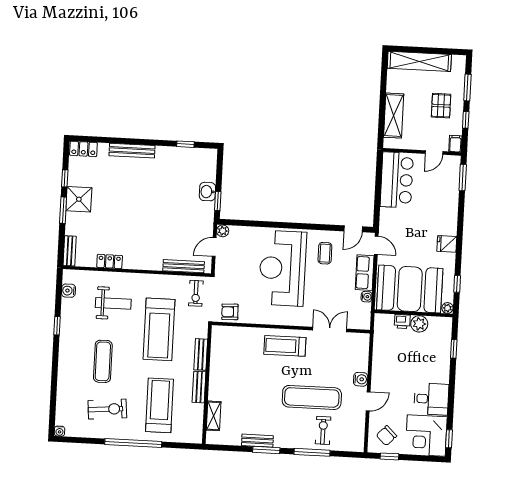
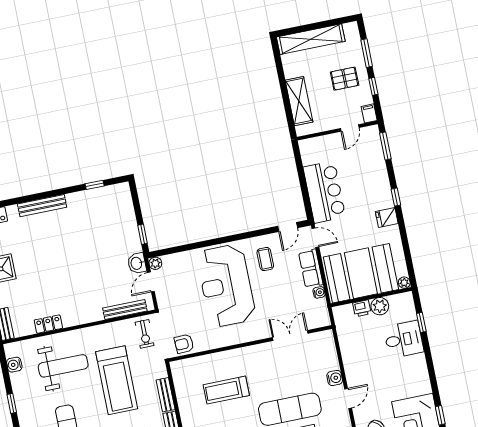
pallet: (441, 106) -> (345, 79), turned 90
bar counter: (397, 180) -> (324, 192), moved
washbasin: (207, 192) -> (137, 263), moved
window: (457, 284) -> (396, 197), moved
weight bench: (113, 303) -> (63, 366), width x1.36, depth x1.33
treadmill: (285, 346) -> (226, 390), moved
desk: (431, 399) -> (404, 339), moved

